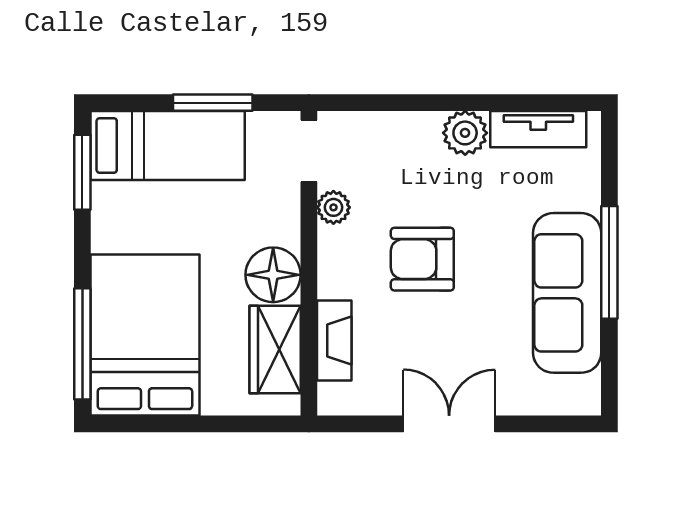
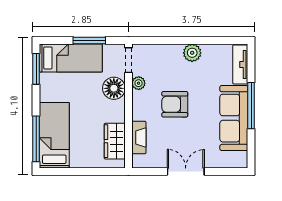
tv unit: (538, 129) -> (240, 64), moved, turned 90
floor lamp: (273, 275) -> (114, 88), moved
bed: (145, 335) -> (54, 135), width x0.67

